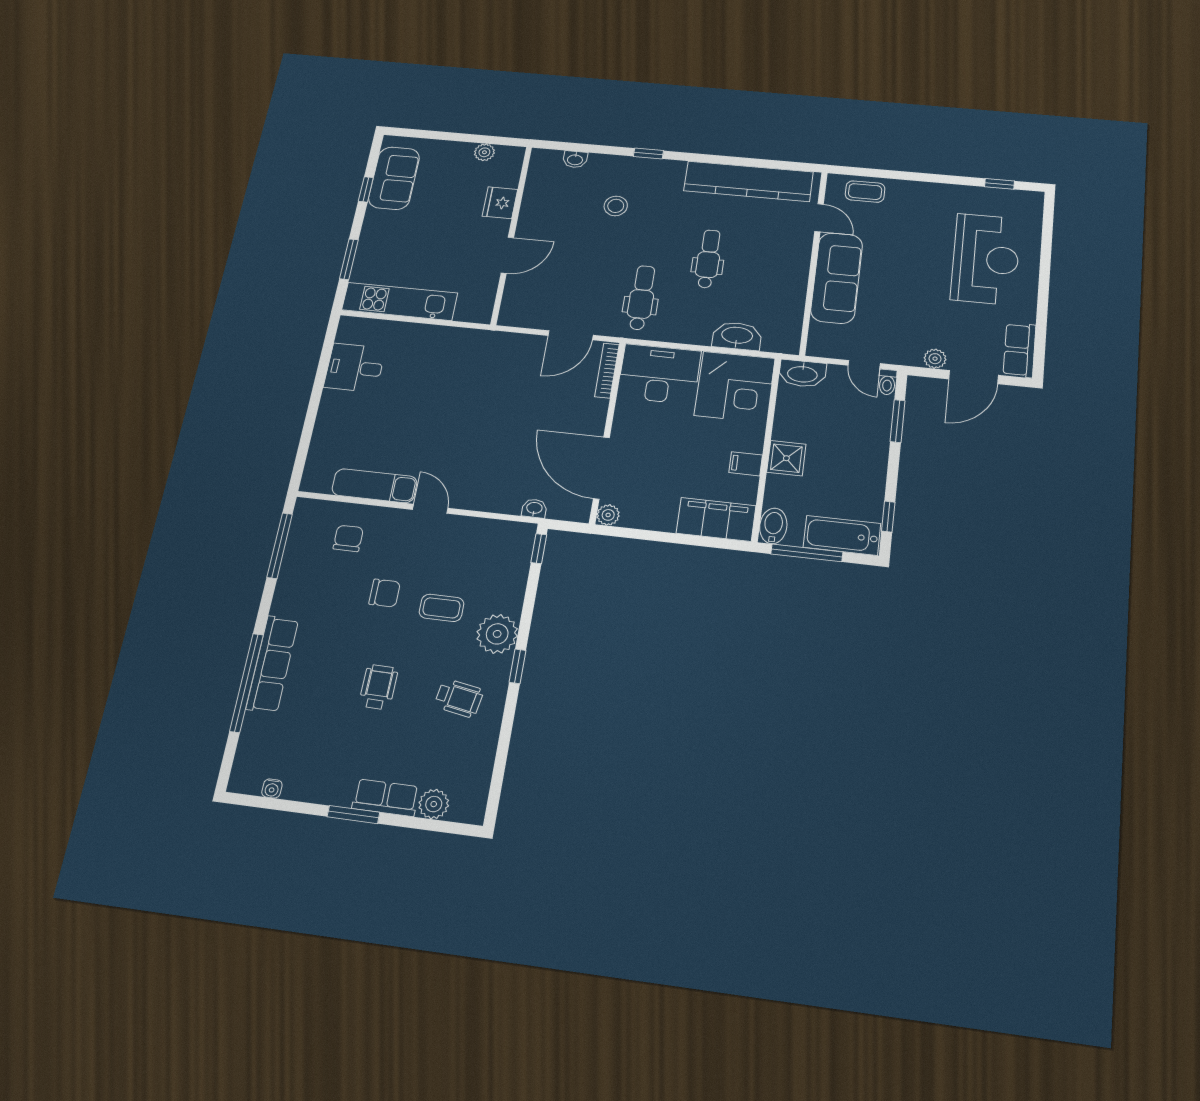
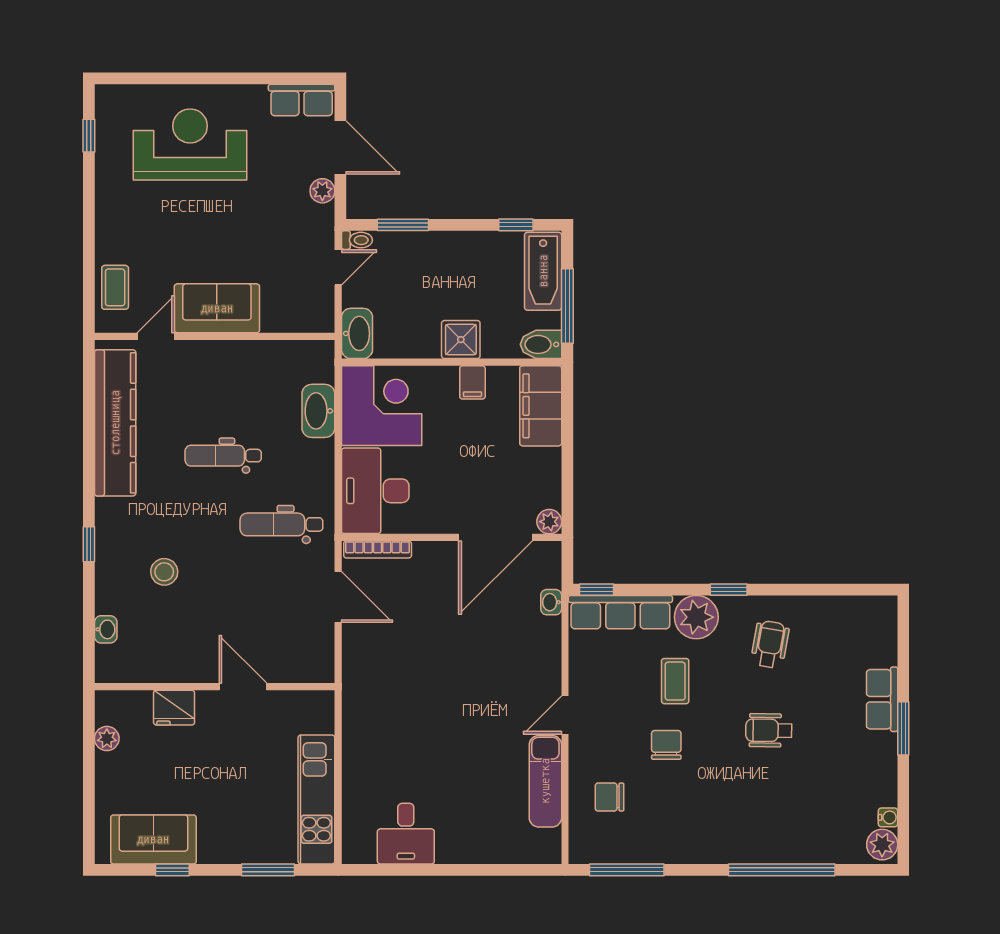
sofa: (837, 278) -> (217, 308), width x0.73
row of seats: (272, 664) -> (620, 612), moved, turned 180
plant: (434, 804) -> (882, 845), moved

